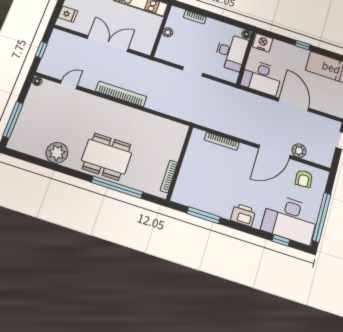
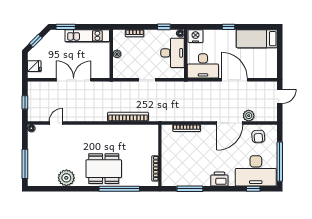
window: (230, 21) -> (164, 27), added
bookcase: (121, 94) -> (128, 117), moved

